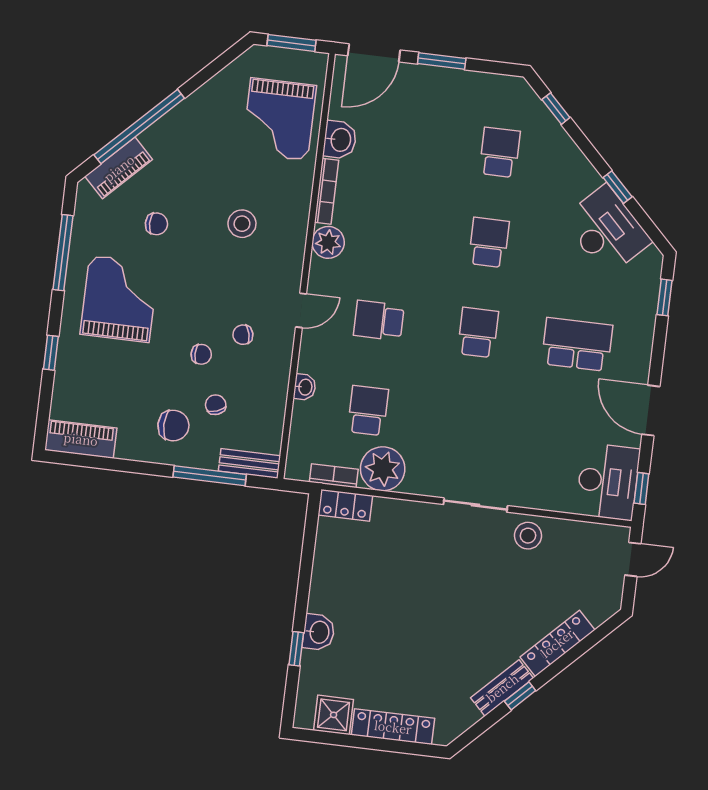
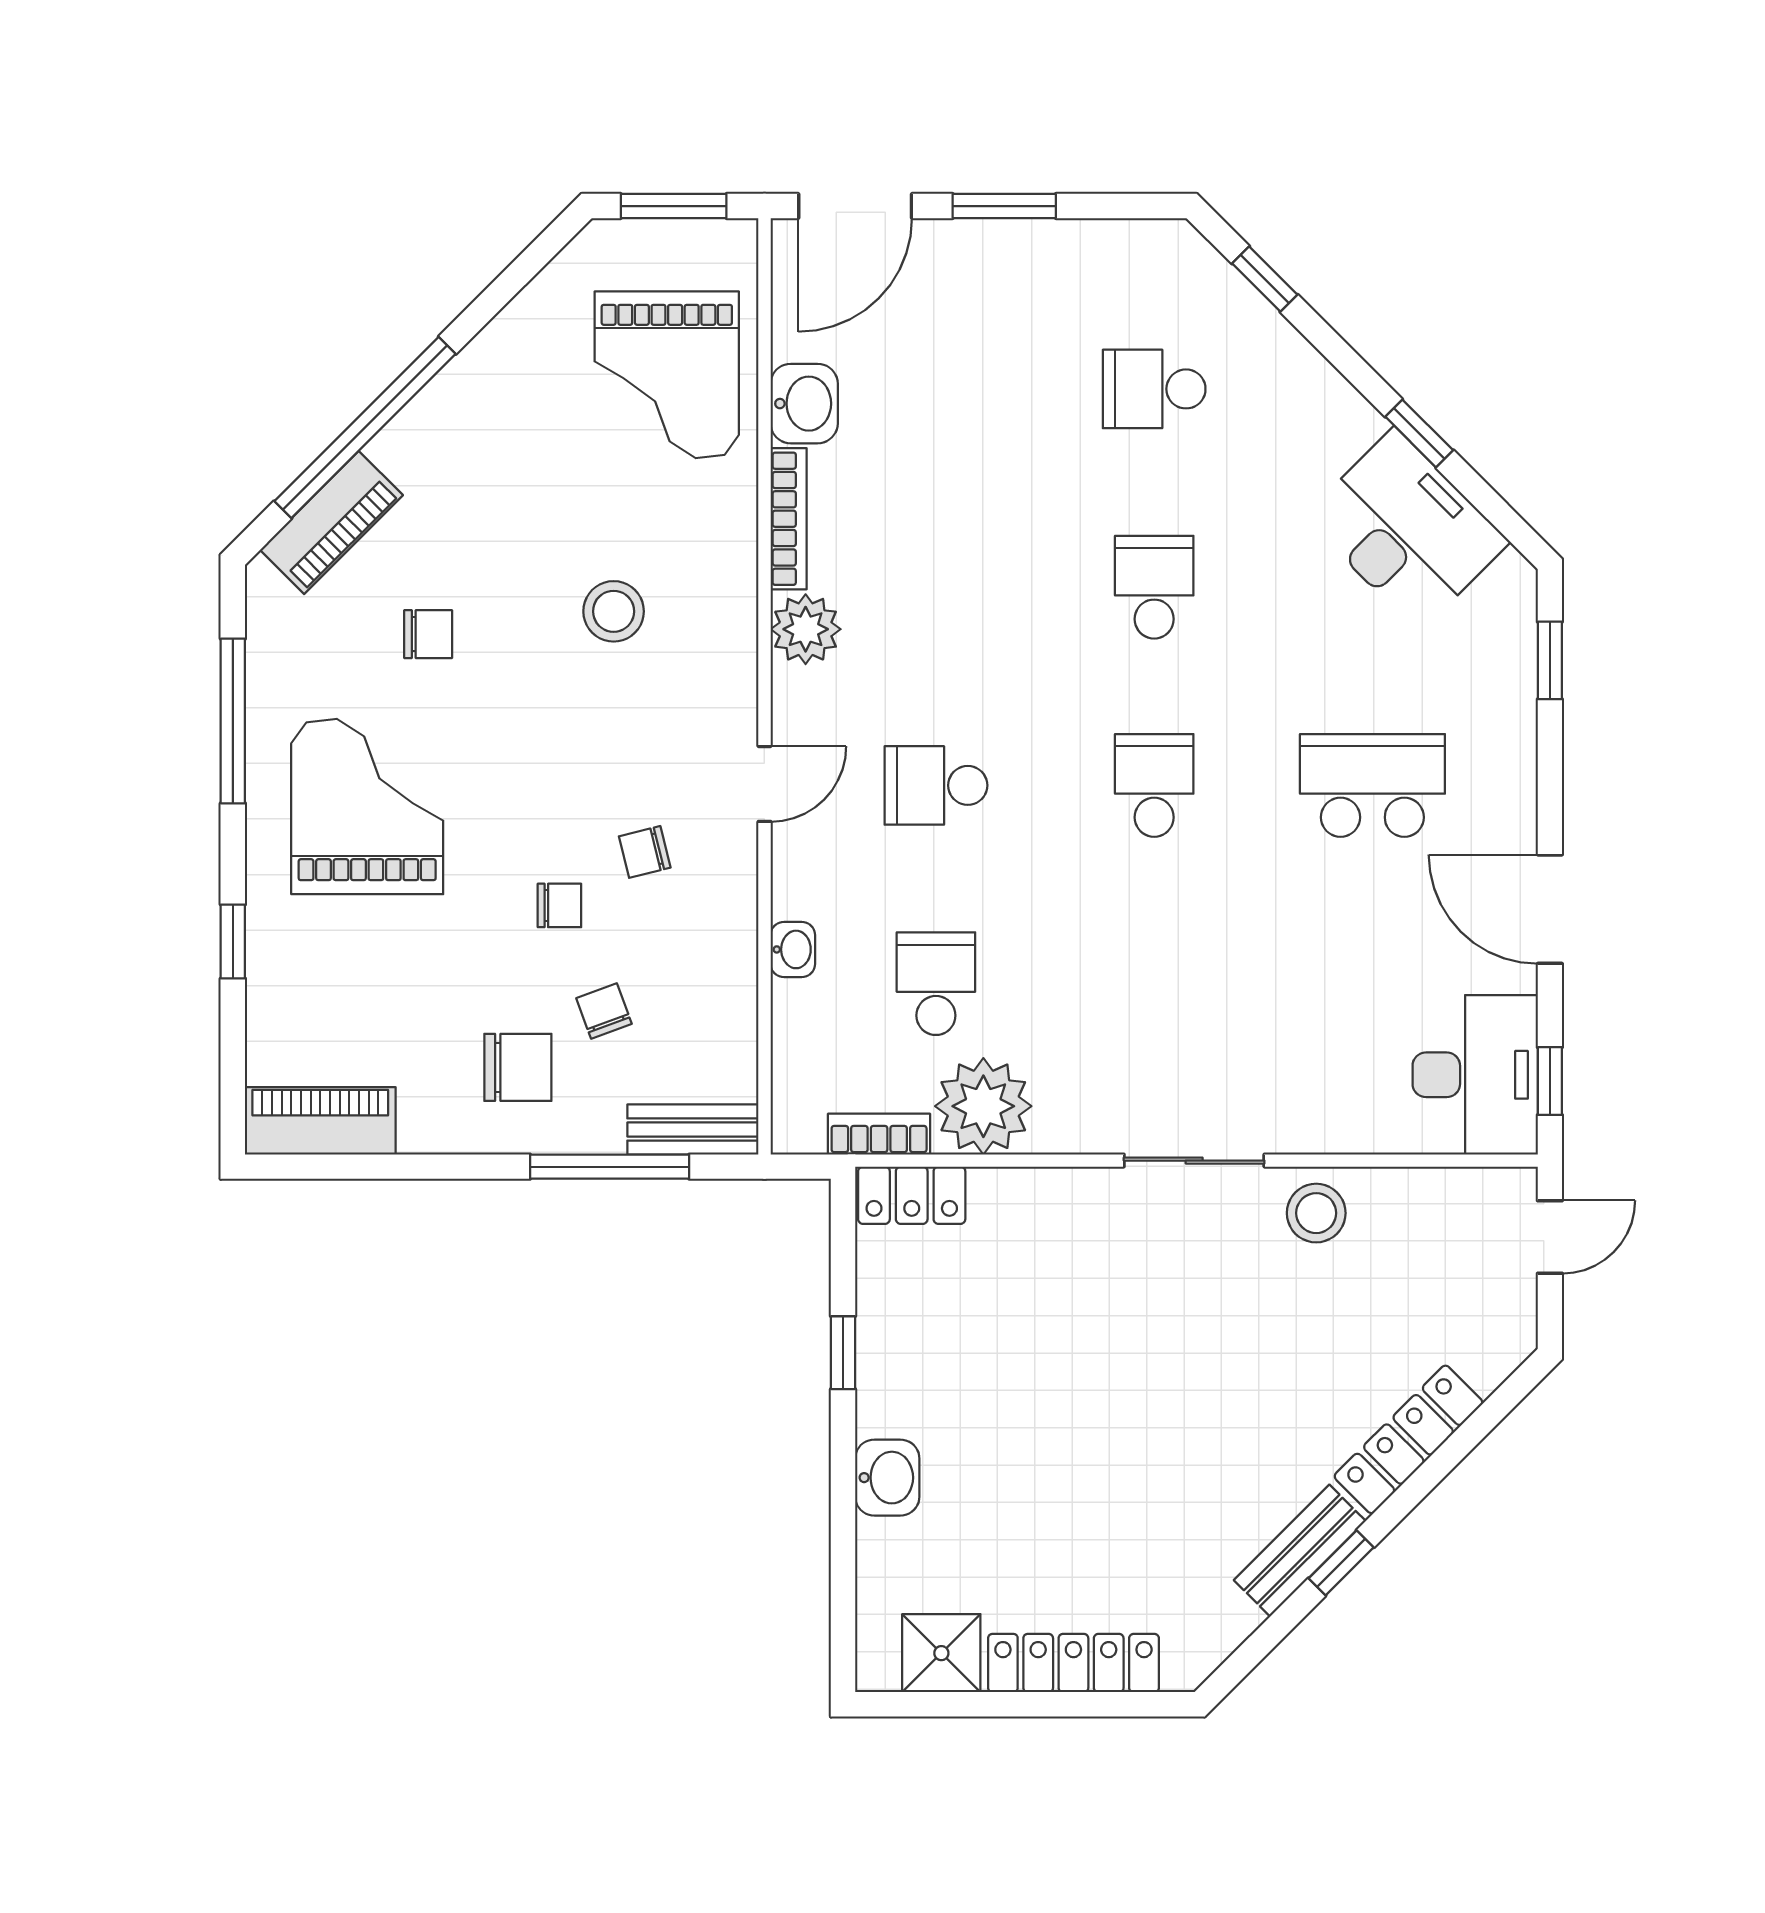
school desk: (500, 152) -> (1154, 389), turned -90
window: (296, 649) -> (843, 1353), moved

